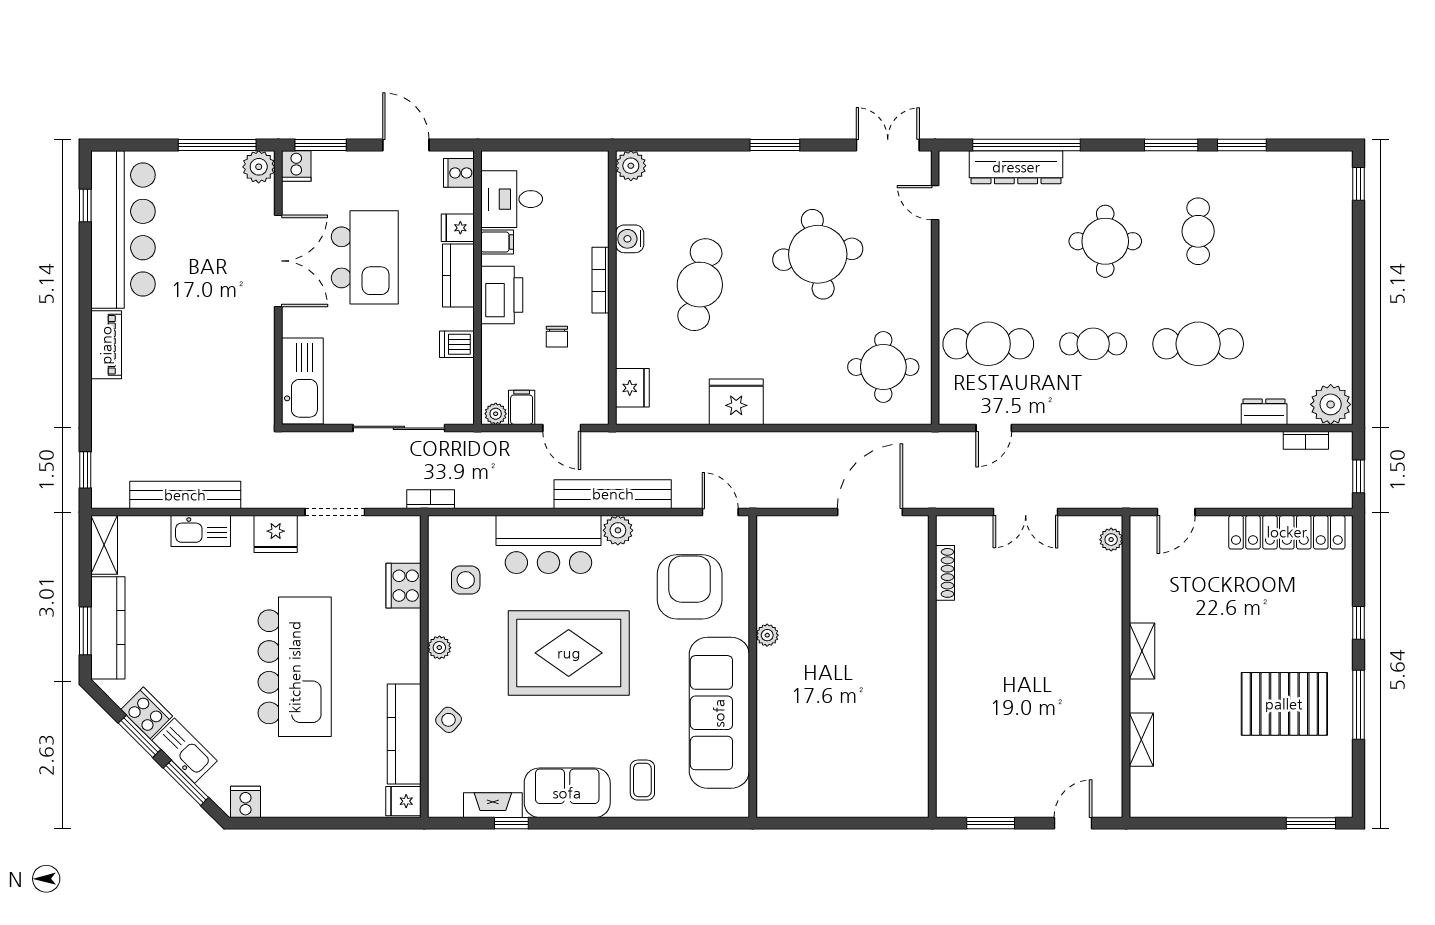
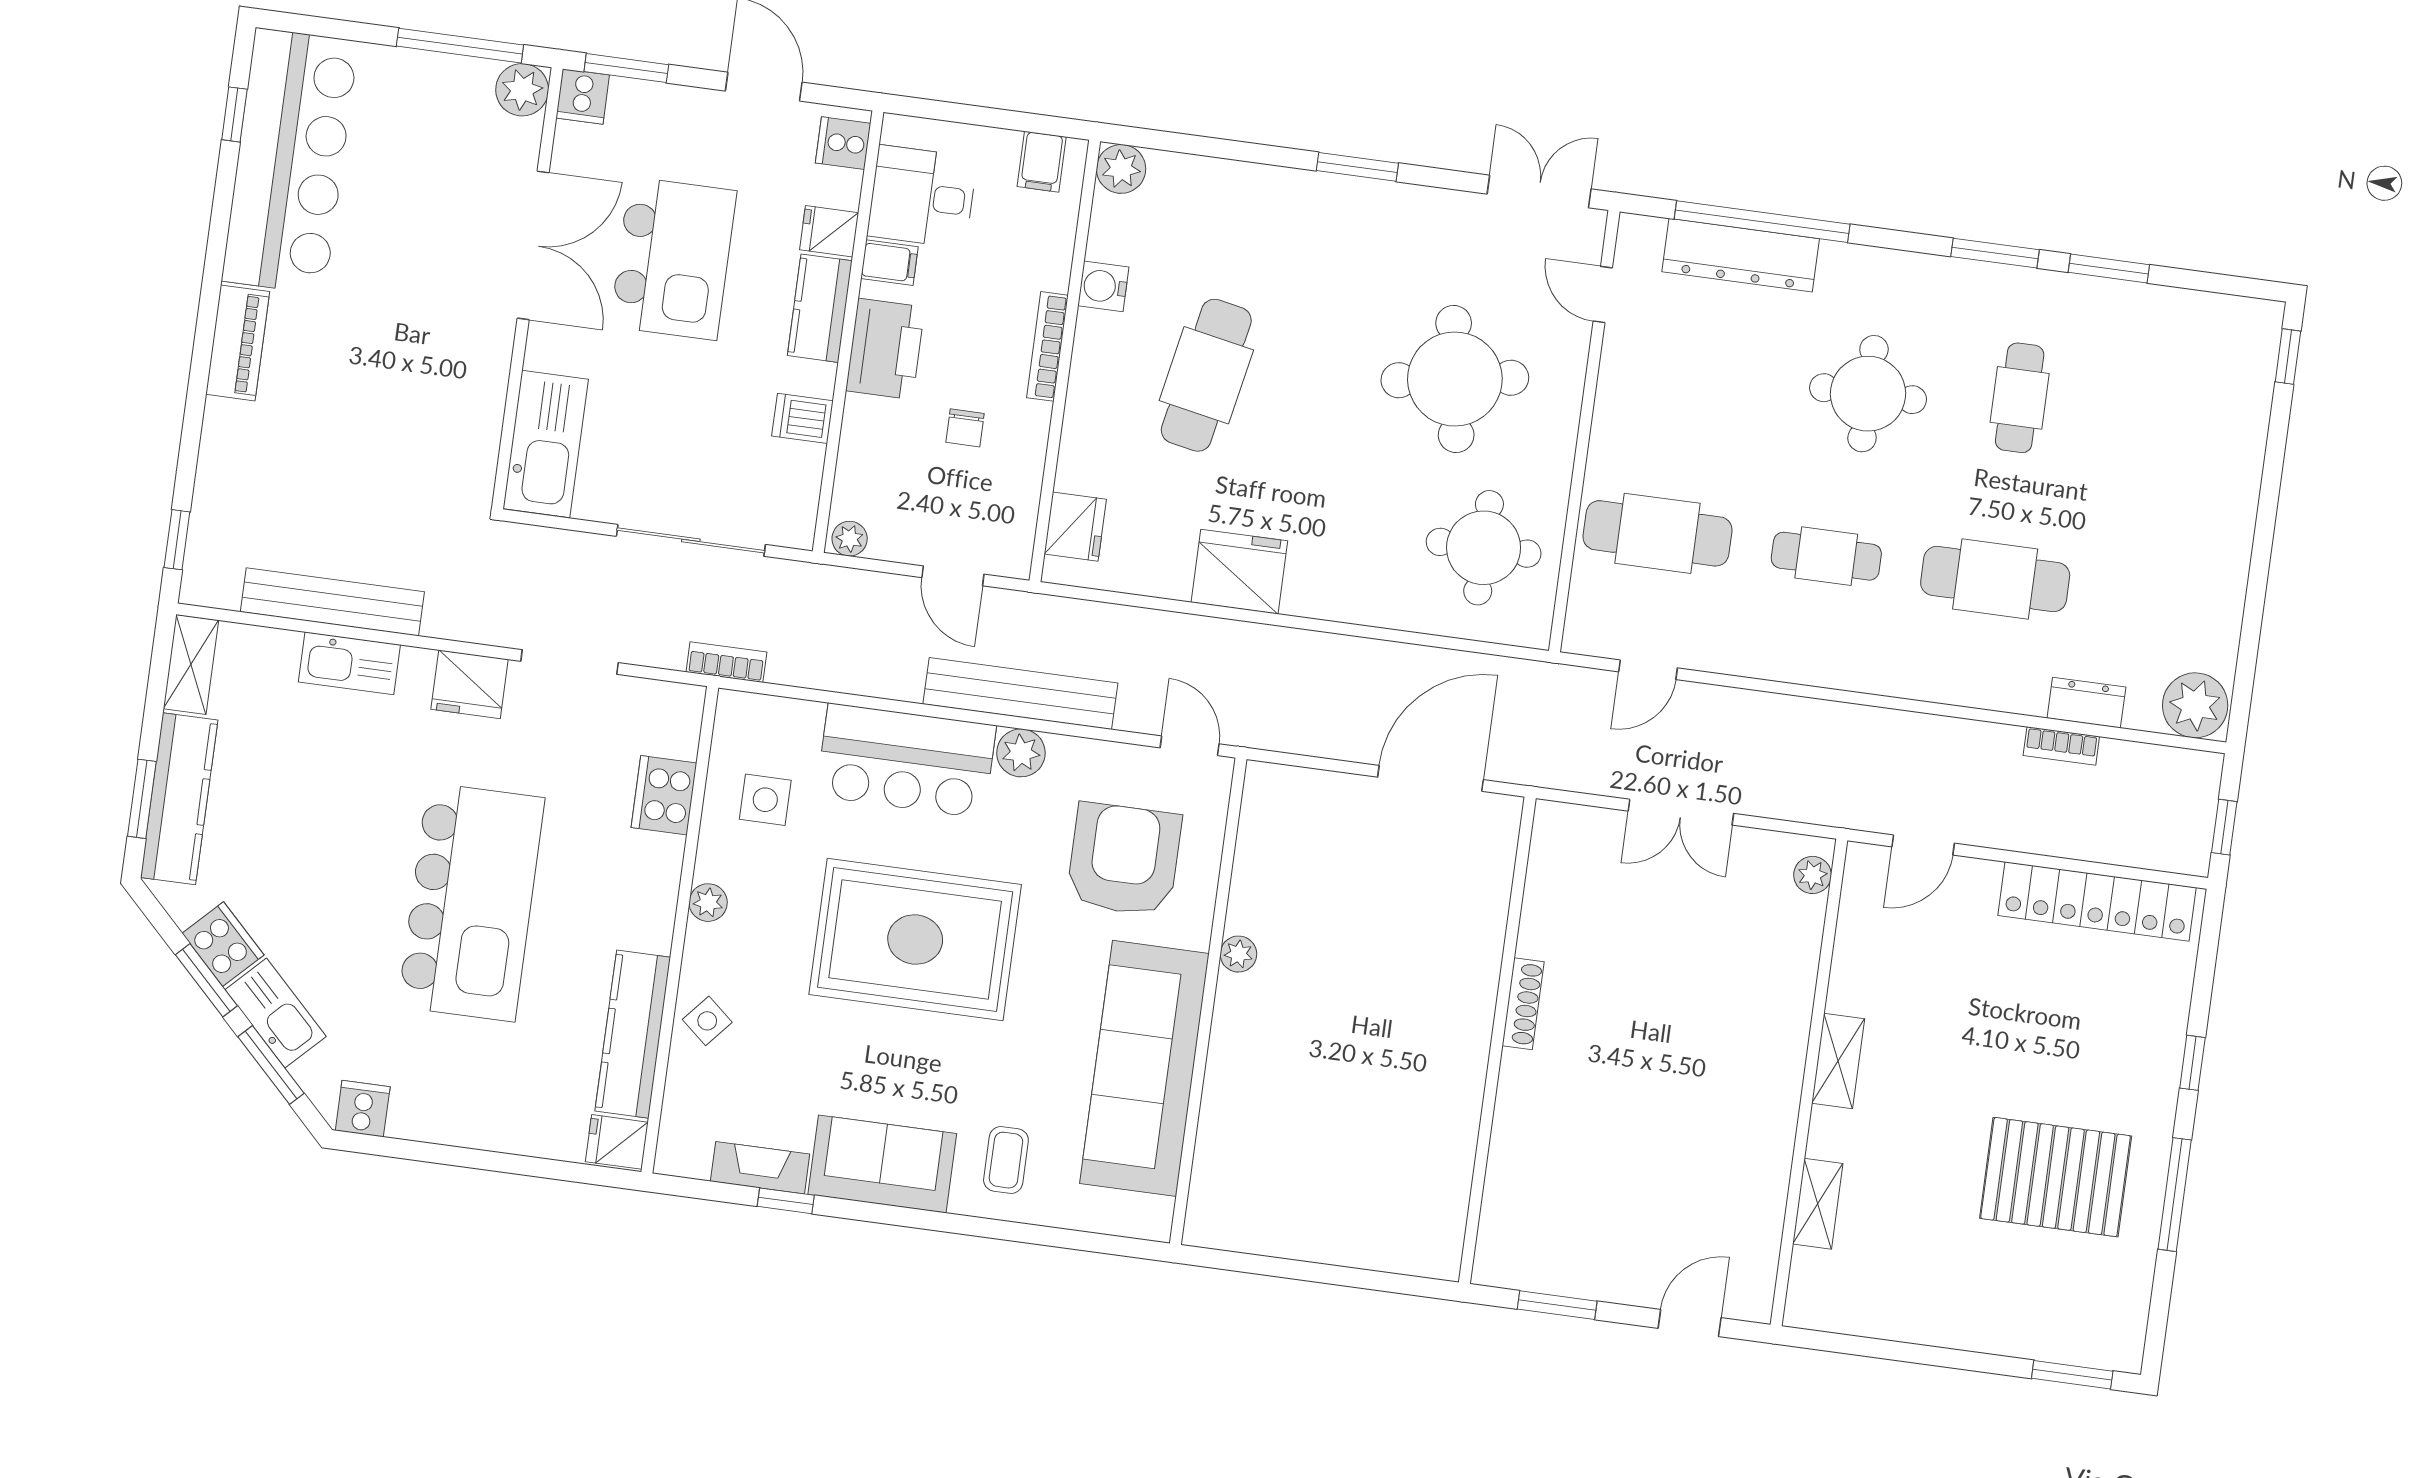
round table: (818, 254) -> (1455, 379), moved
filing cabinet: (522, 407) -> (1042, 162), moved, turned 180
bookcase: (1306, 440) -> (2061, 746), moved
shoe rack: (945, 573) -> (1523, 1004), moved

